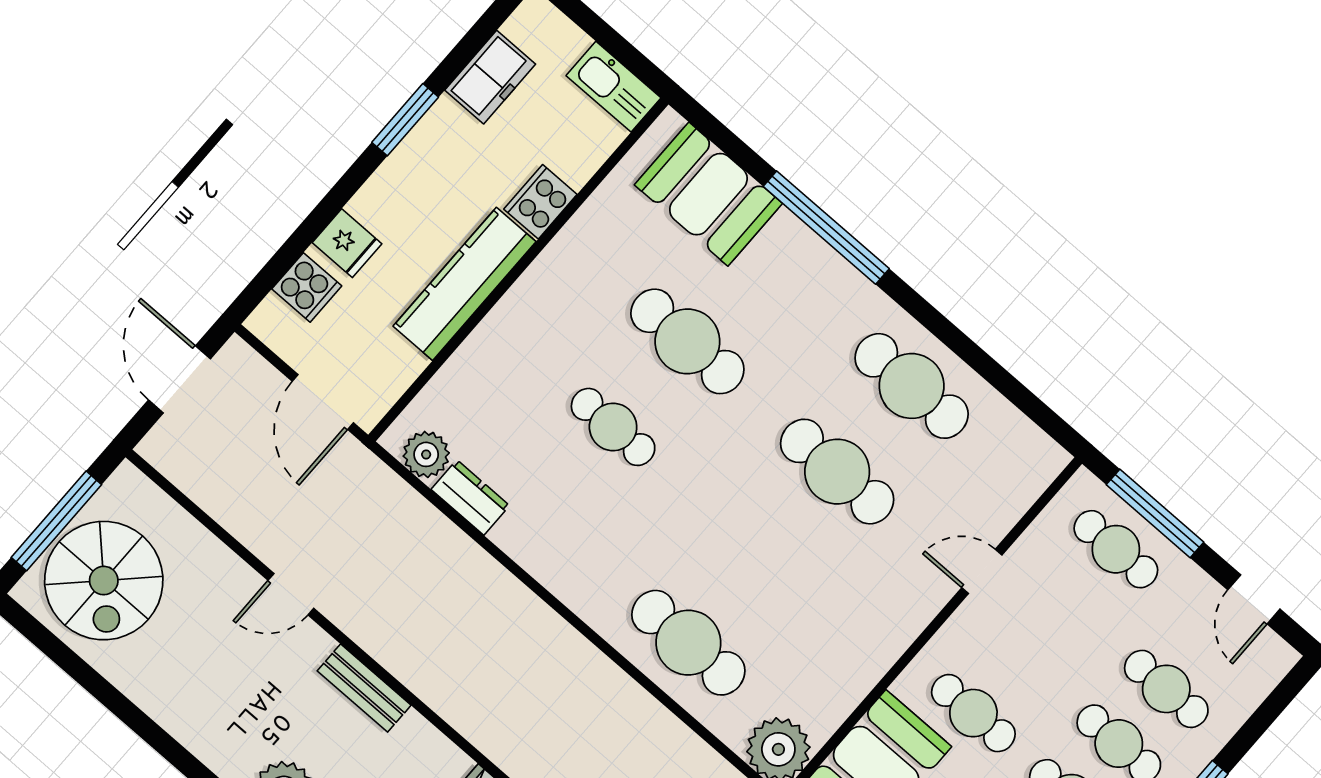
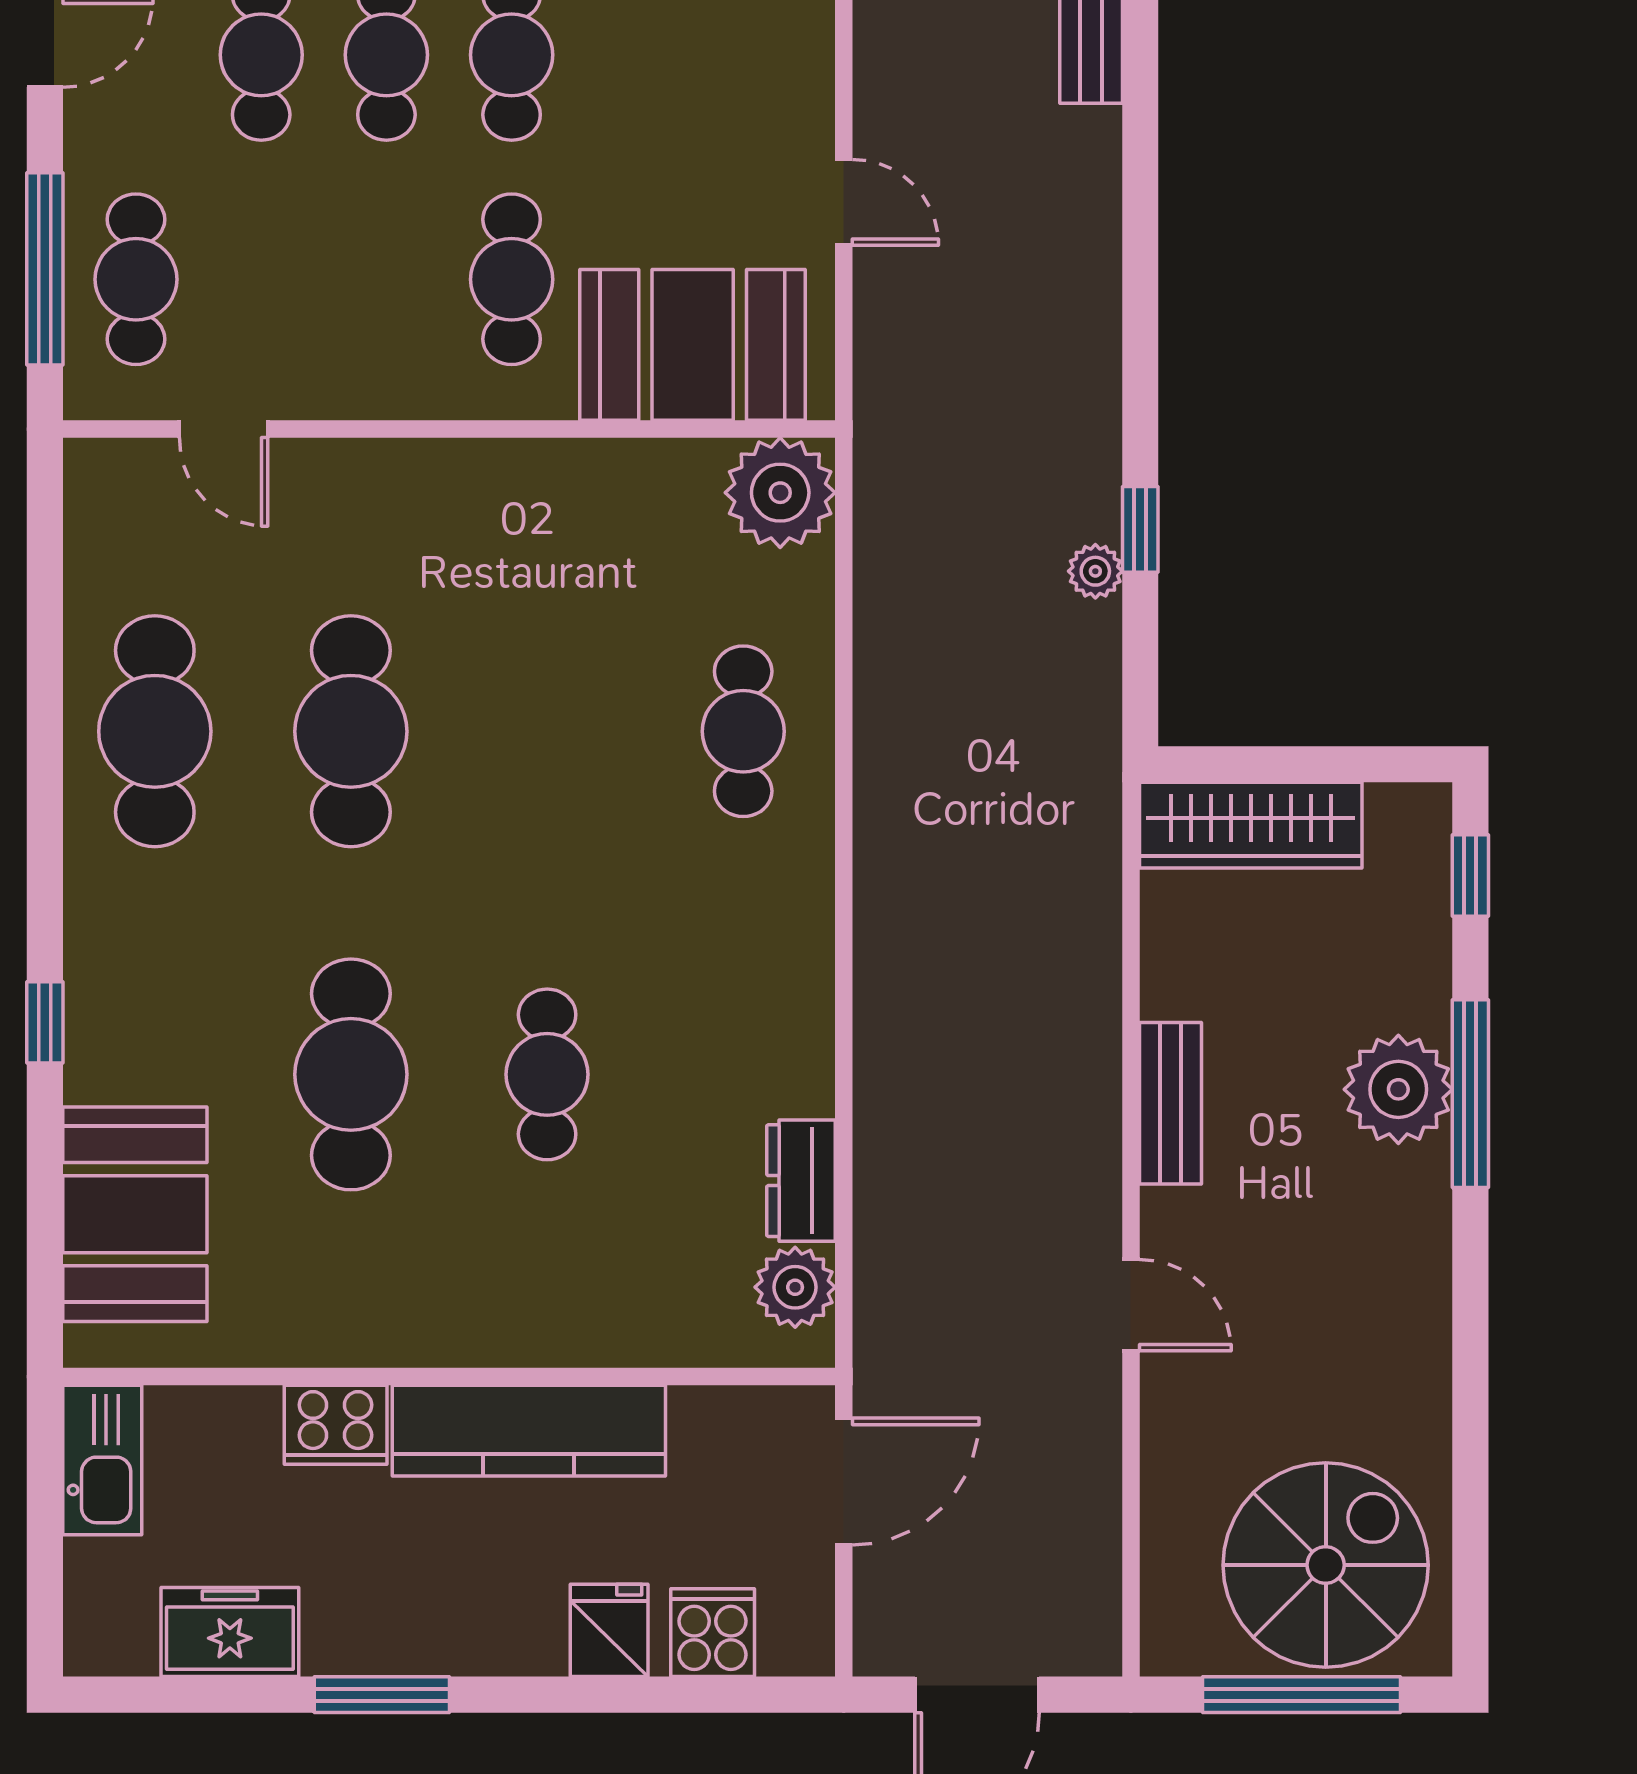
window: (826, 228) -> (45, 1022), width x0.32
door: (982, 571) -> (224, 429), moved
cafe table: (688, 643) -> (743, 731), width x0.73, depth x0.74

